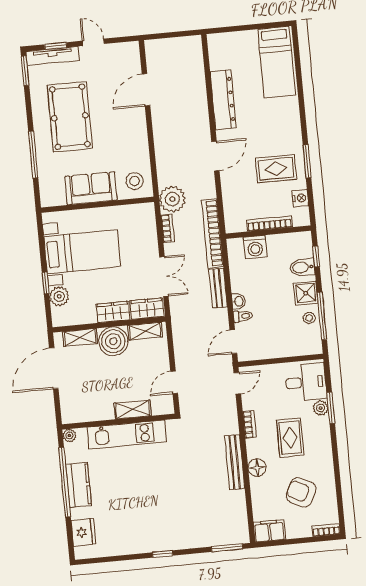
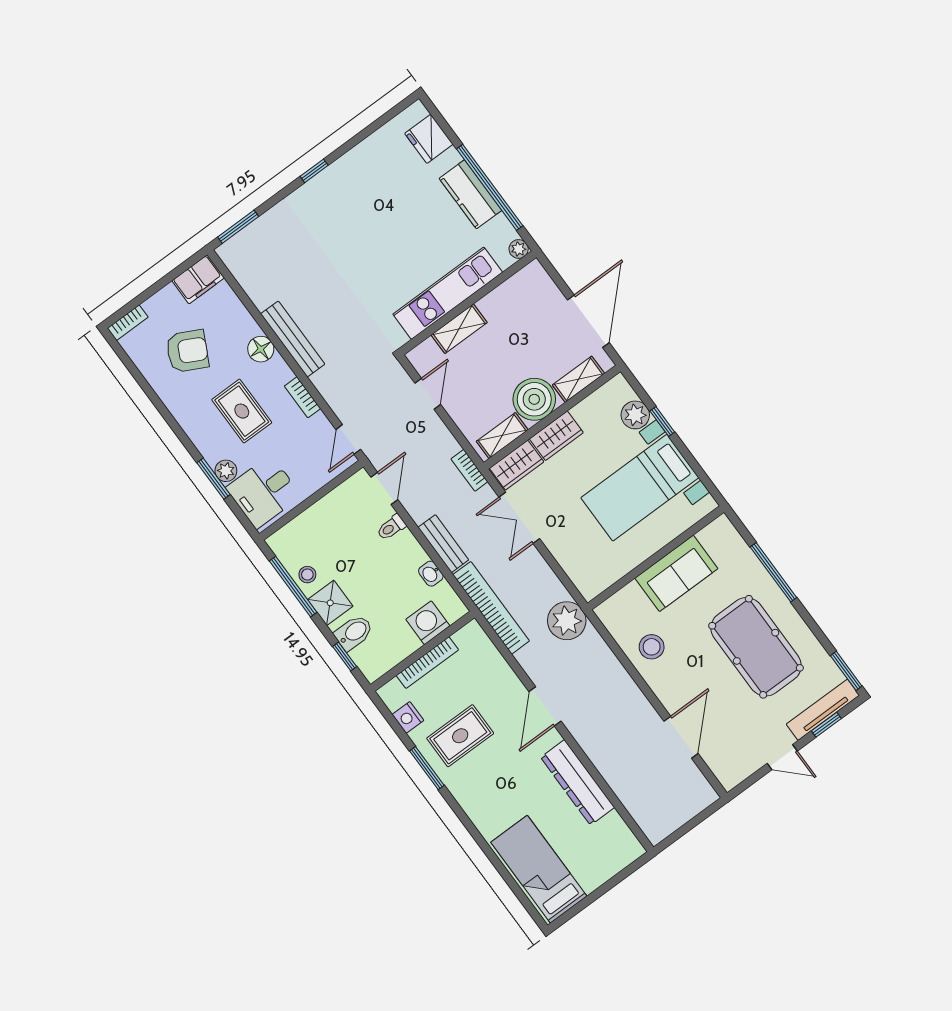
stool: (135, 181) -> (652, 647), moved
bookcase: (168, 228) -> (469, 470), moved
washbasin: (238, 301) -> (431, 574), moved

